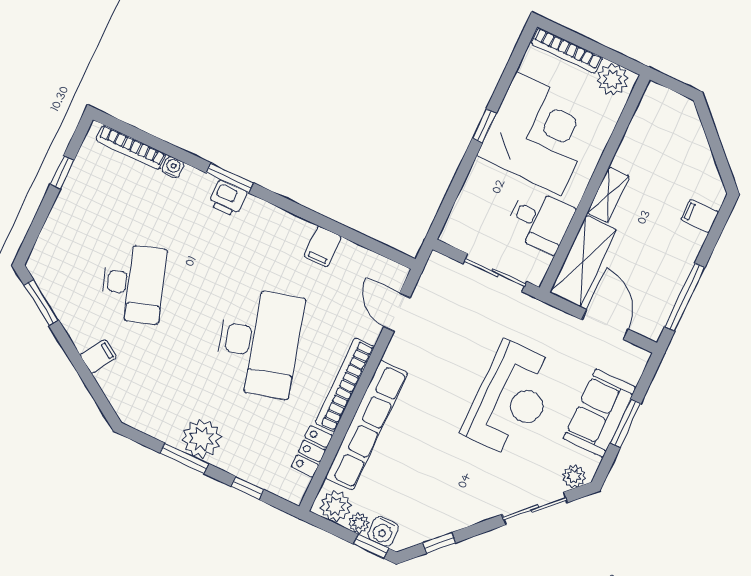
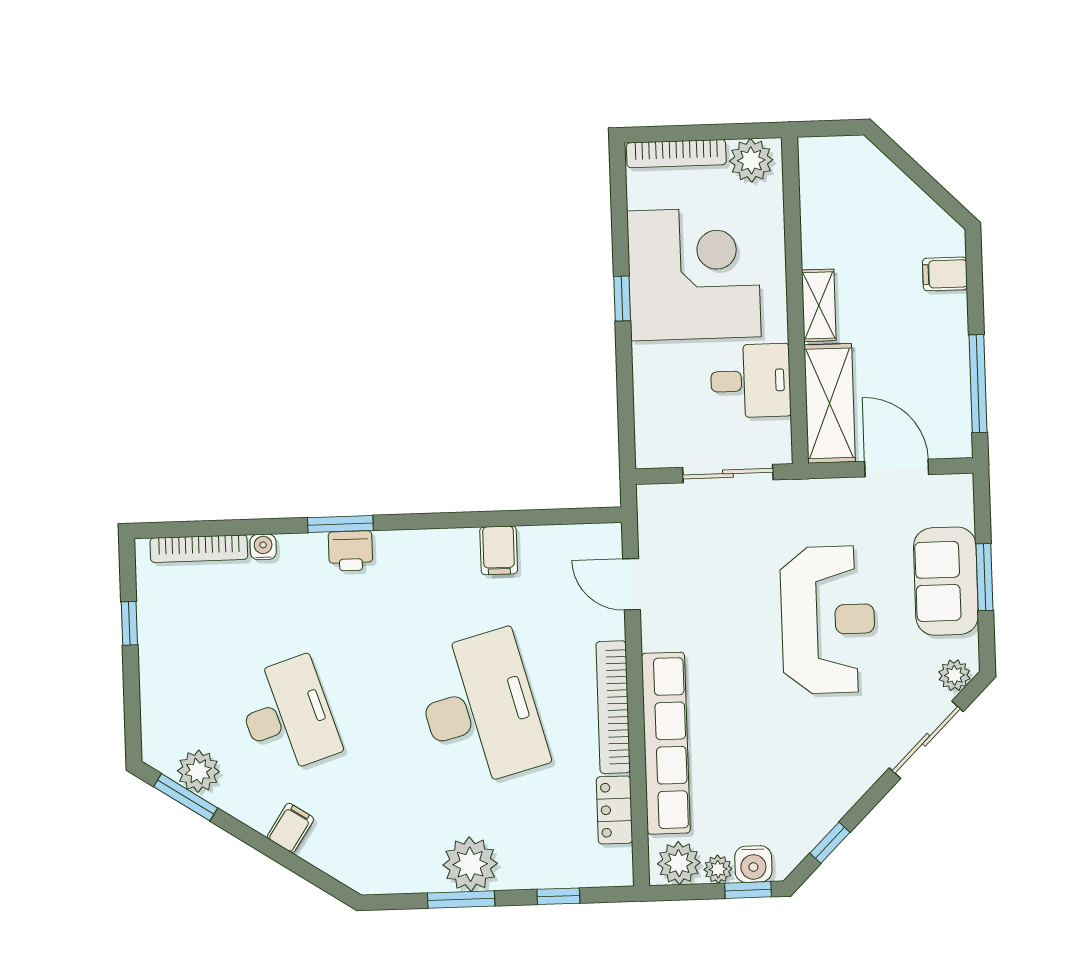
plant: (58, 290) -> (198, 771), added

